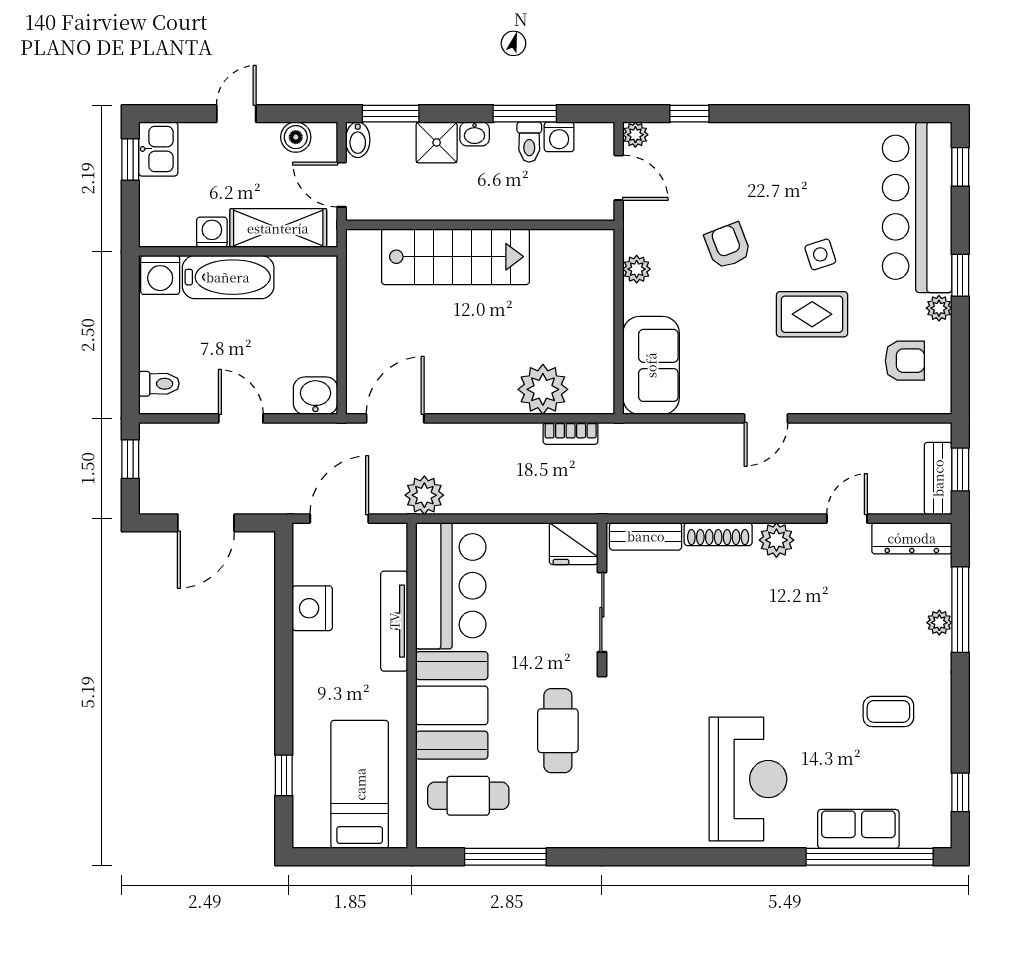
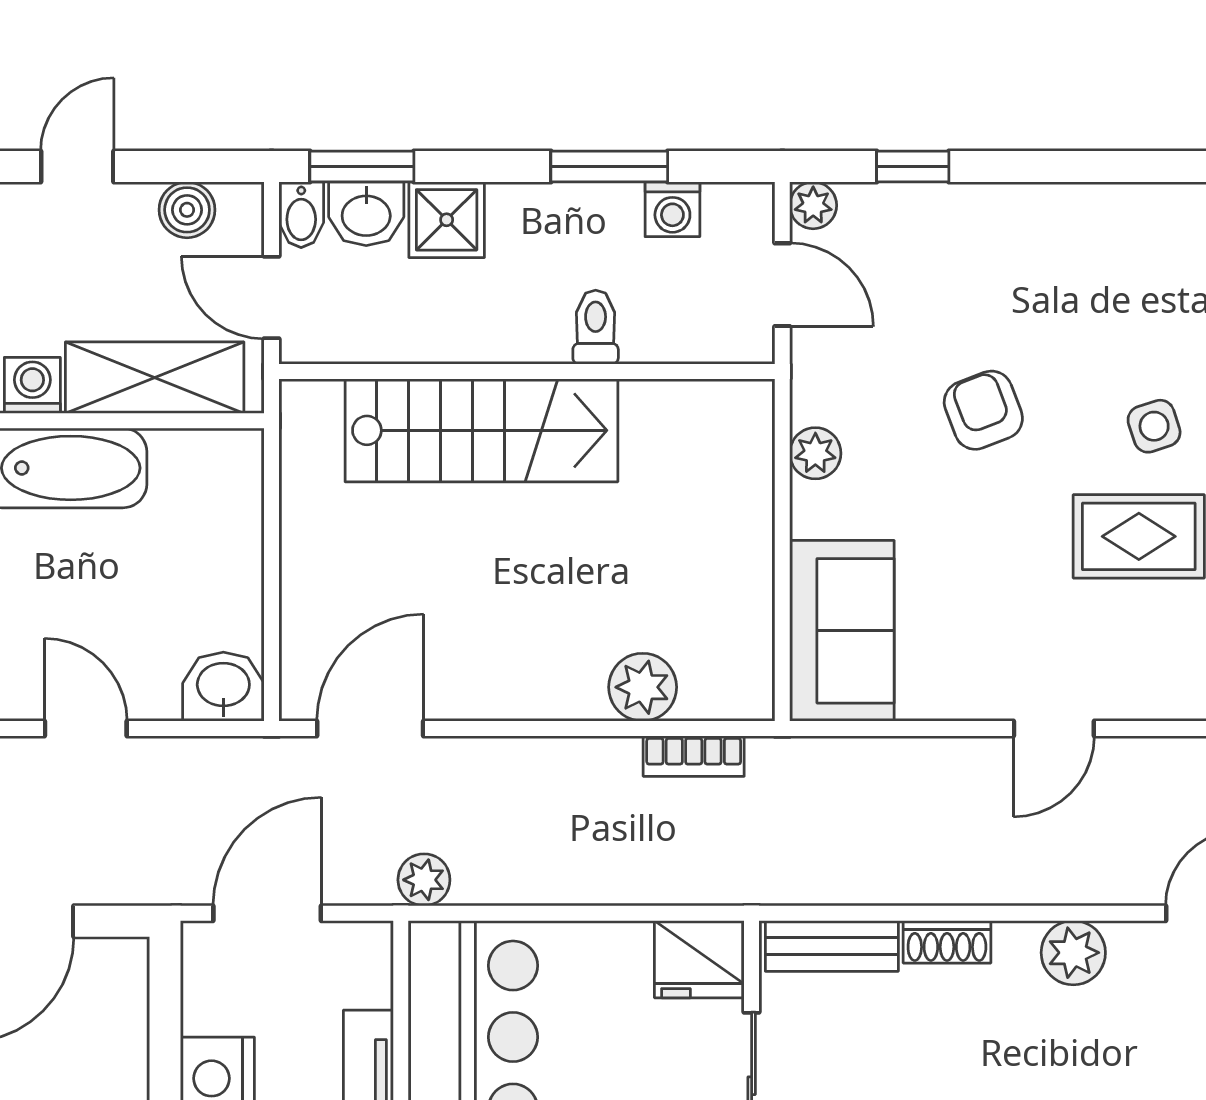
washbasin: (475, 134) -> (366, 214), moved, width x1.38, depth x1.45
toilet: (529, 142) -> (596, 327), moved, turned 180
plant: (543, 389) -> (643, 687), width x0.73, depth x0.73
plant: (424, 495) -> (424, 880), width x0.73, depth x0.73
shoe rack: (718, 534) -> (947, 942), width x0.70

